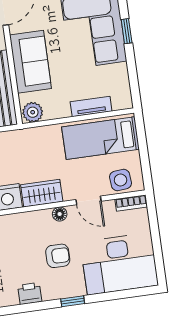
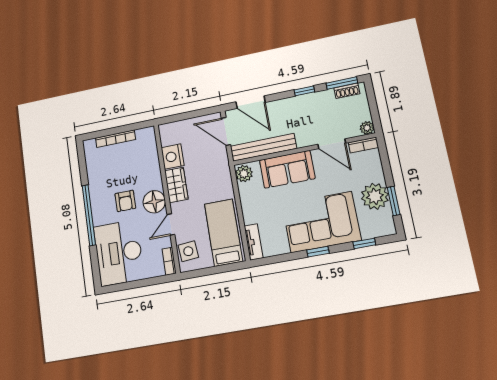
tv unit: (91, 107) -> (254, 242), moved
floor lamp: (60, 214) -> (154, 202), width x1.89, depth x1.89
printer: (30, 293) -> (95, 180), removed
window: (73, 301) -> (89, 215), width x3.17

